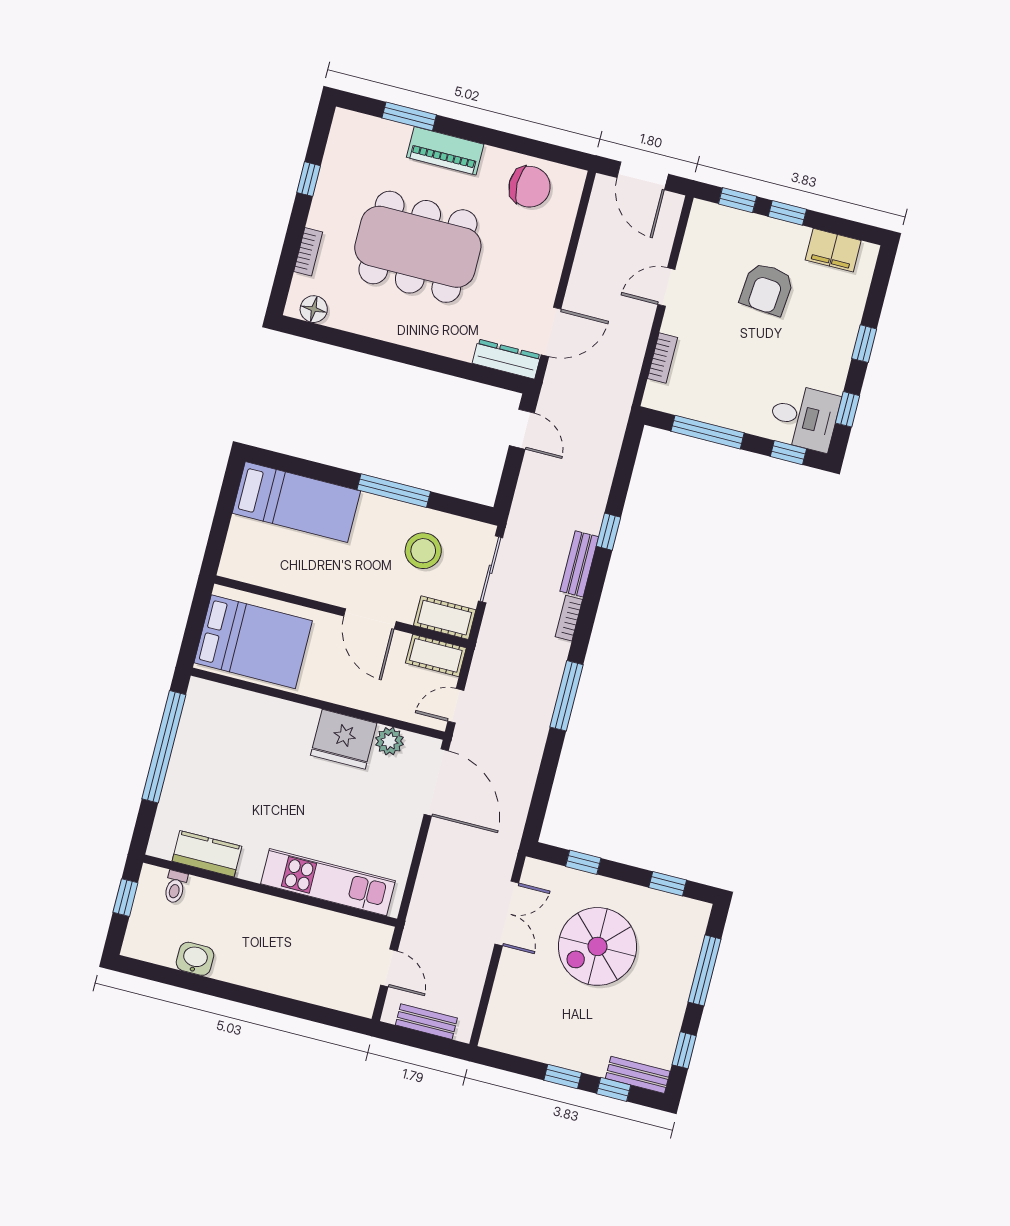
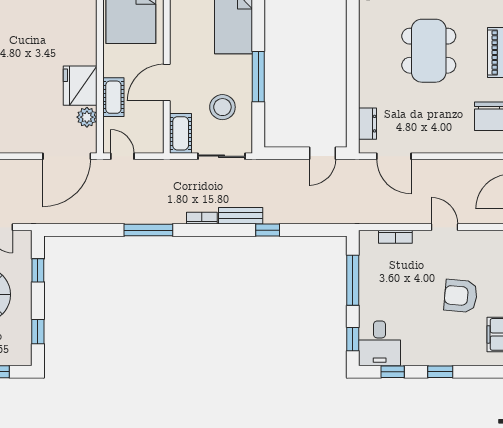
dining table: (418, 247) -> (429, 51), width x0.73, depth x0.80
dresser: (507, 359) -> (368, 124), width x0.70
cot: (436, 655) -> (113, 97), moved

